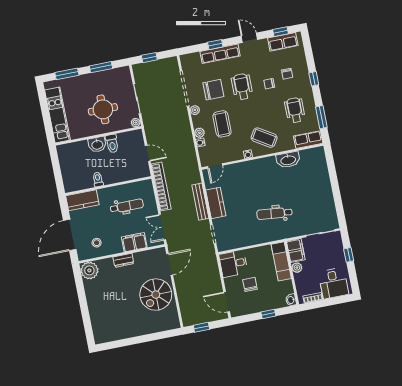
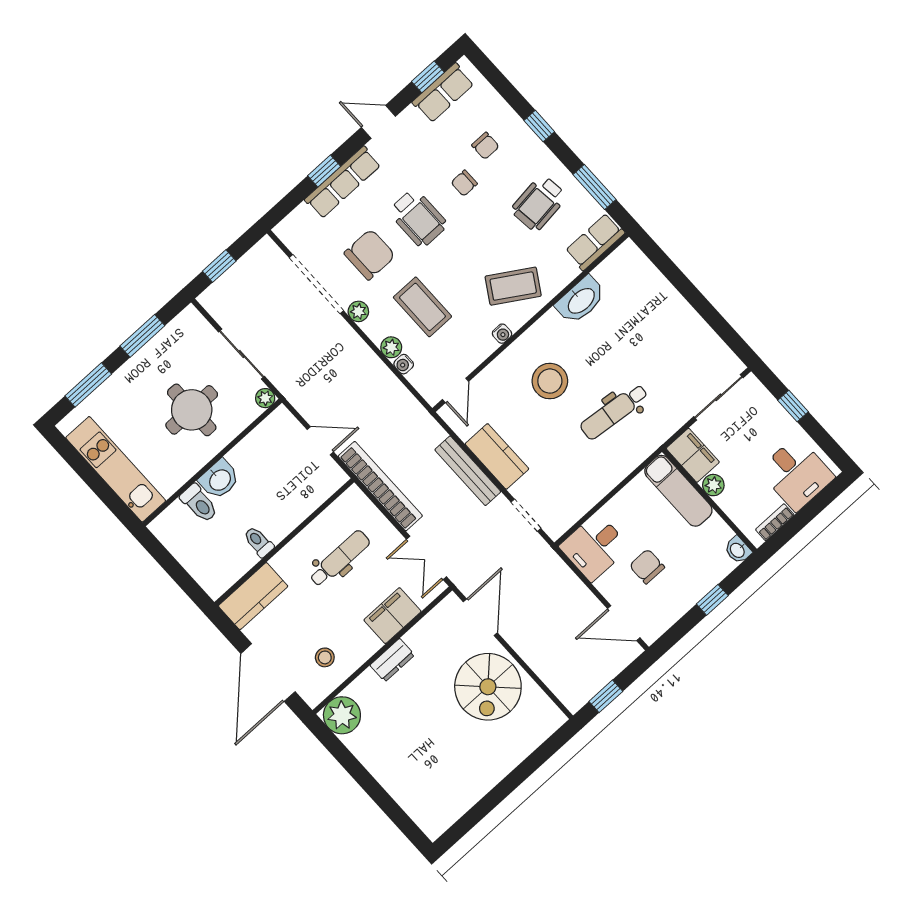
wheelchair: (242, 87) -> (418, 218), turned 180
wheelchair: (295, 110) -> (539, 203), turned -97
toilet: (112, 144) -> (199, 503), moved
stool: (256, 185) -> (550, 381), added

